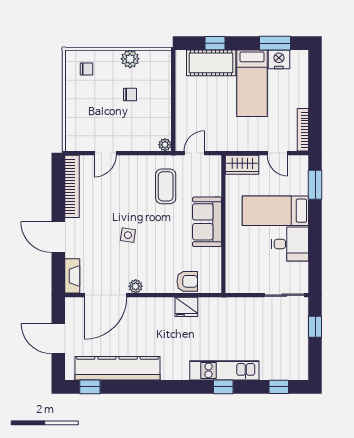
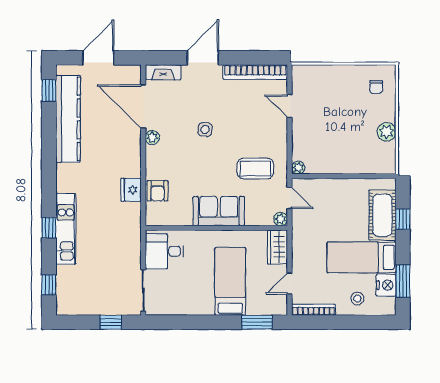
stool: (292, 87) -> (357, 299), added
chair: (130, 95) -> (350, 132), removed
plant: (215, 162) -> (281, 219), added
desk: (290, 244) -> (164, 251), moved, turned 90

